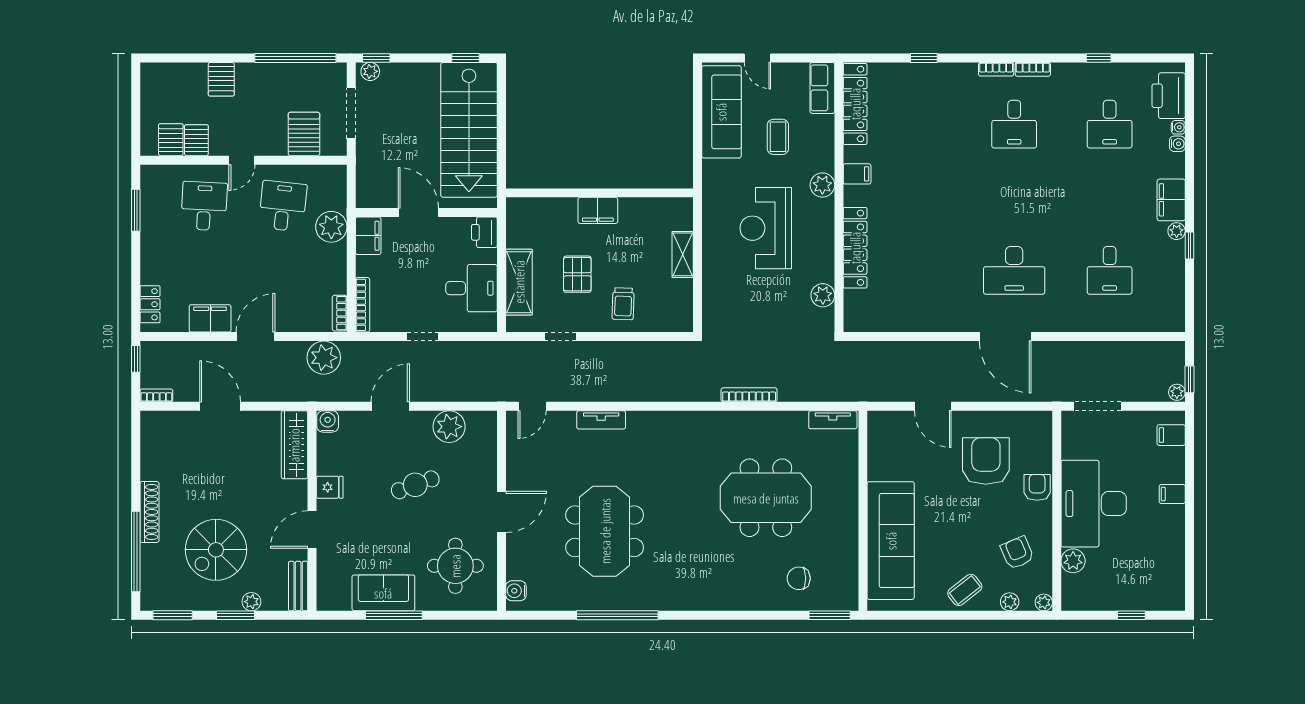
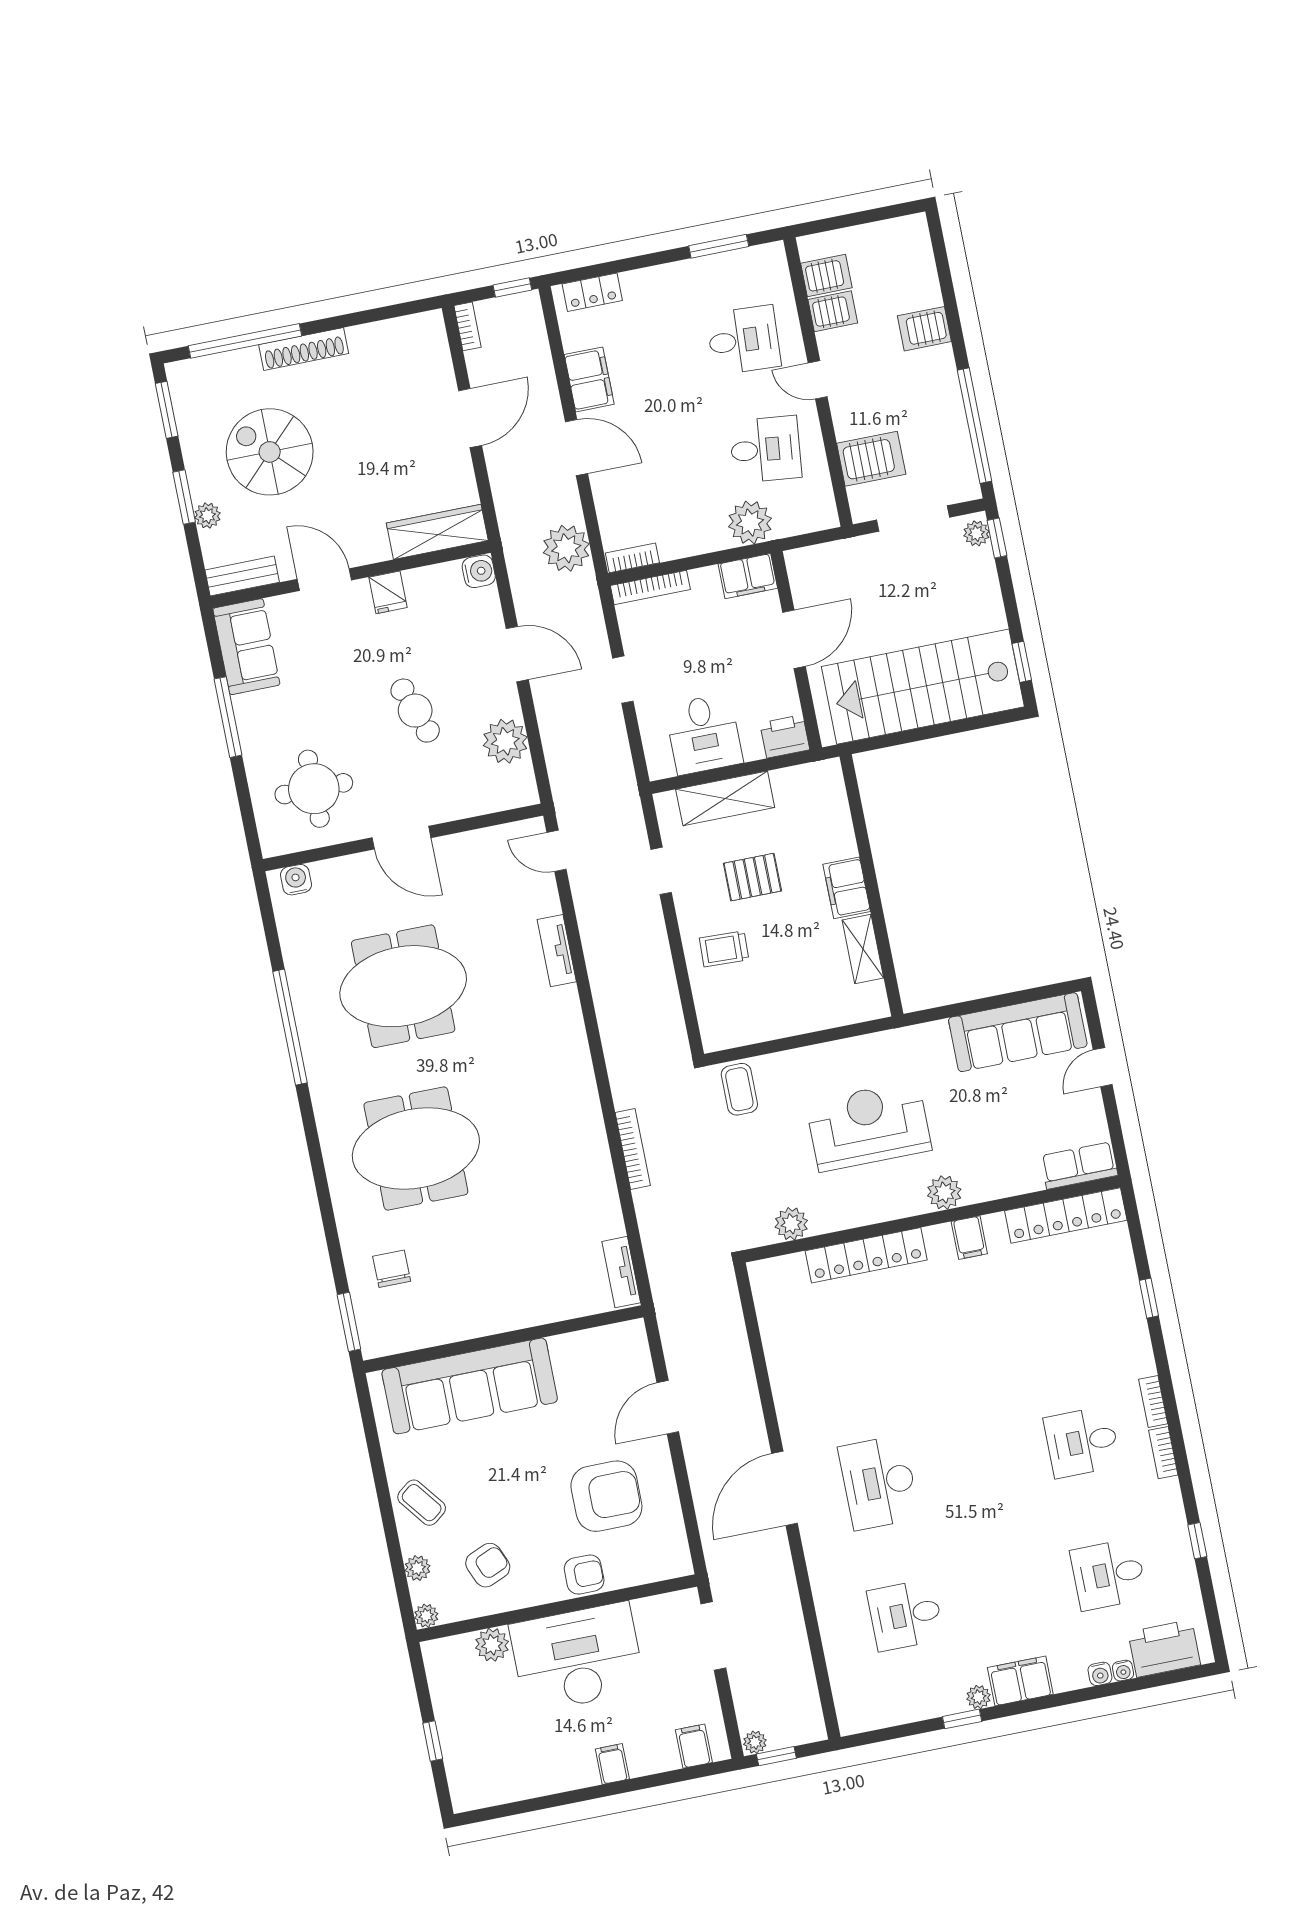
coffee table: (778, 137) -> (739, 1089), moved, turned 90
shelving: (683, 254) -> (863, 949), moved, turned 90
meeting table: (766, 498) -> (416, 1149), moved, turned 90
sofa: (383, 593) -> (246, 647), moved

